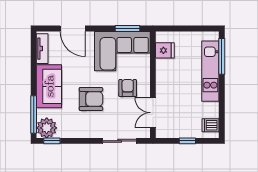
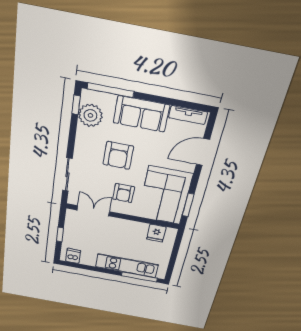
armchair: (128, 88) -> (124, 193), turned 90
plant: (47, 128) -> (90, 115), moved

